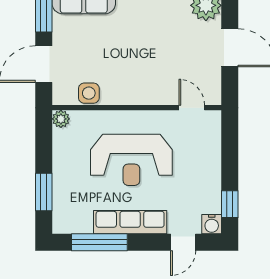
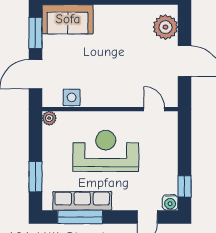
reception desk: (131, 160) -> (106, 151), turned 180
row of seats: (130, 222) -> (82, 201), moved

